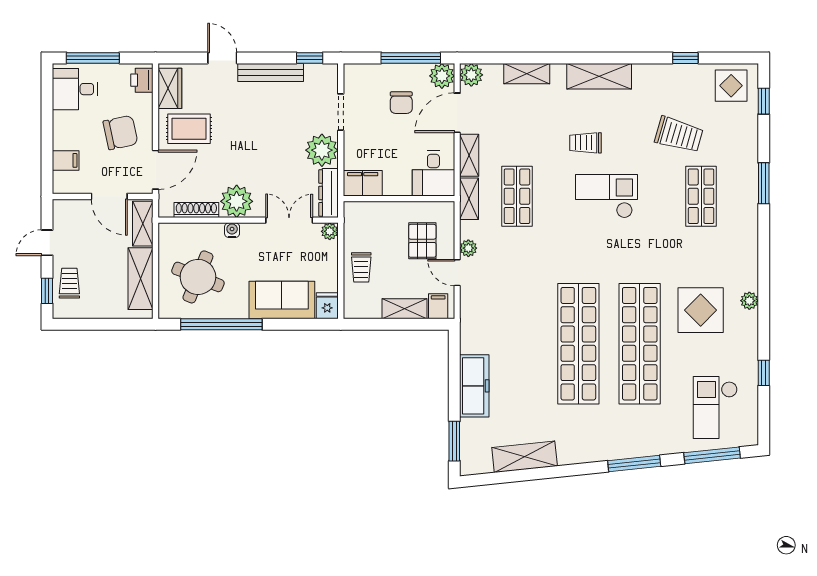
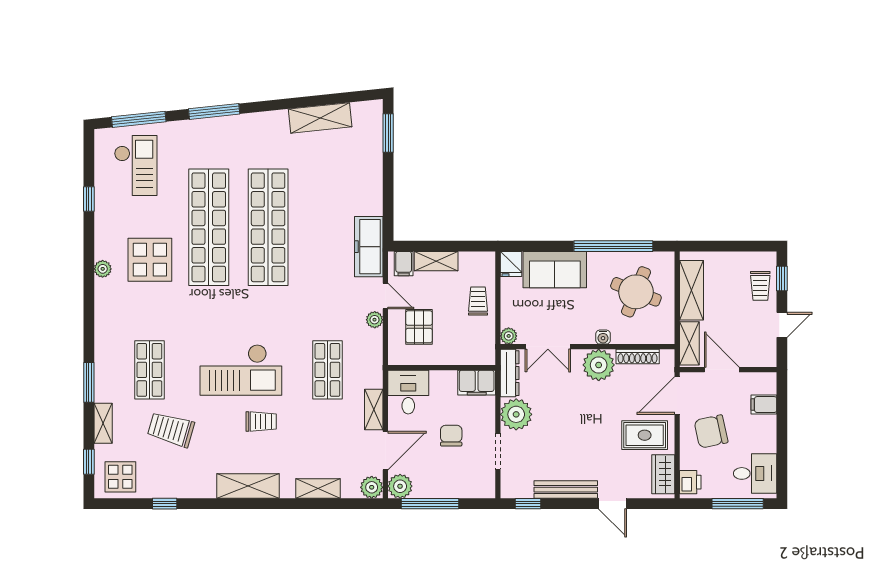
chair: (401, 103) -> (451, 436), moved
checkout: (606, 196) -> (241, 370), width x1.36, depth x1.21
shelving: (469, 199) -> (103, 423), moved
freezer: (474, 386) -> (369, 247), moved

